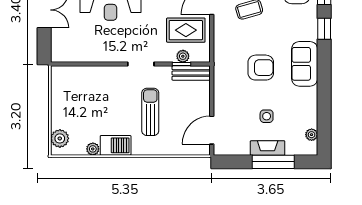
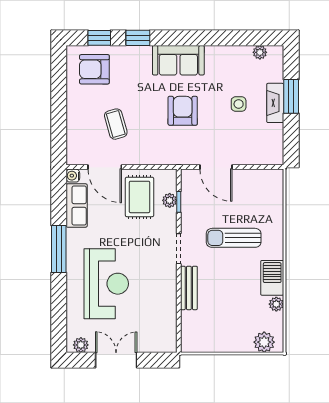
bench: (191, 73) -> (189, 288), moved
door: (212, 130) -> (216, 167), moved
window: (273, 162) -> (291, 96), width x0.69

